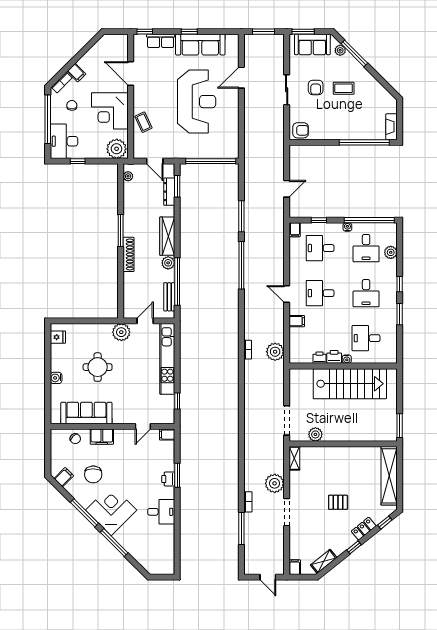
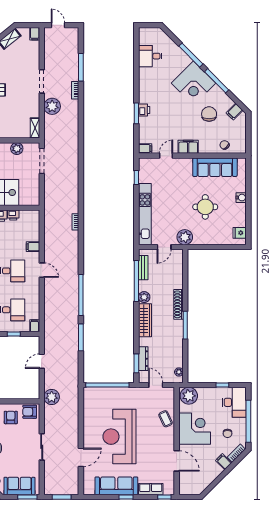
armchair: (316, 87) -> (11, 417), moved
plant: (275, 352) -> (52, 397), moved
filing cabinet: (102, 437) -> (188, 147), moved
desk: (161, 512) -> (150, 56), moved

